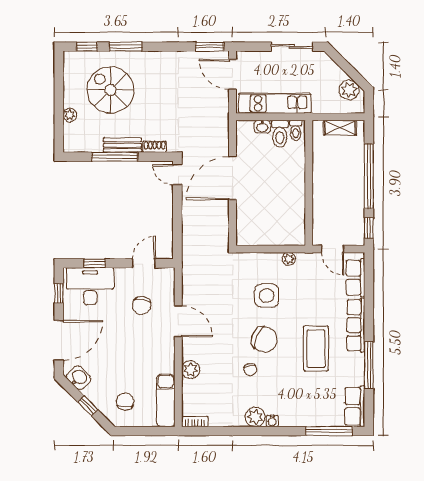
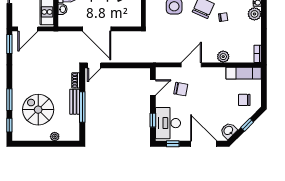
spiral stairs: (110, 90) -> (38, 110), turned 90
door: (144, 263) -> (153, 88), swing flipped

